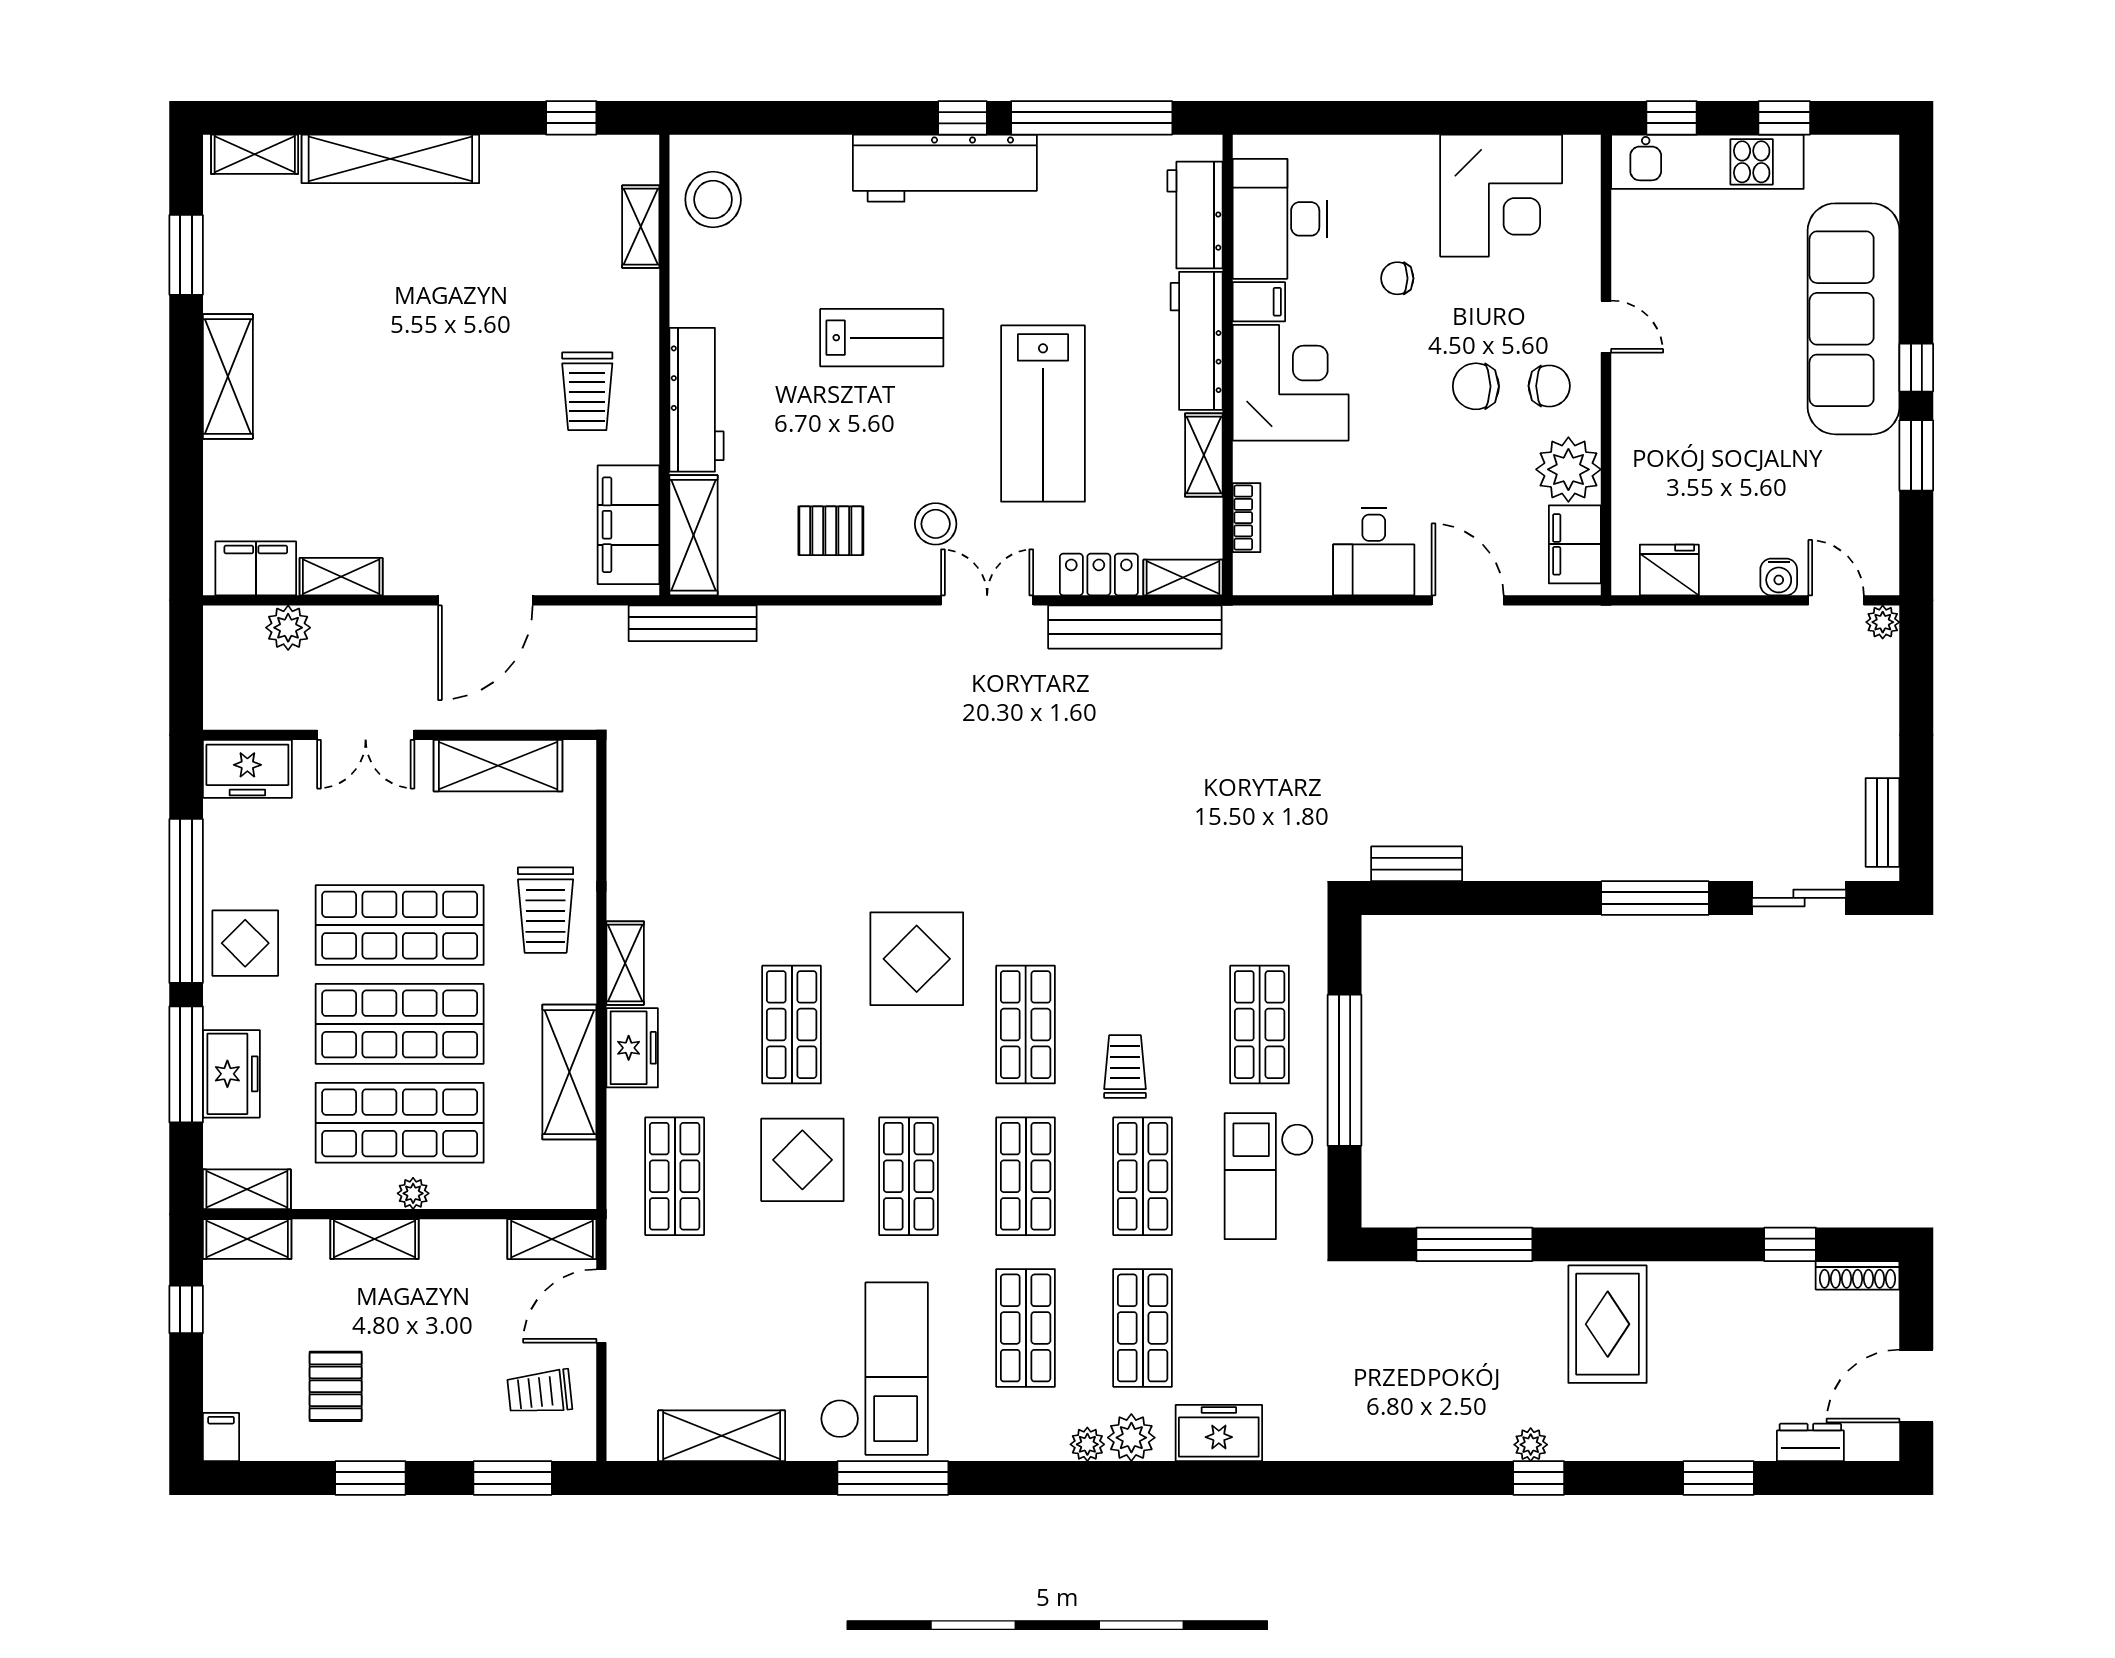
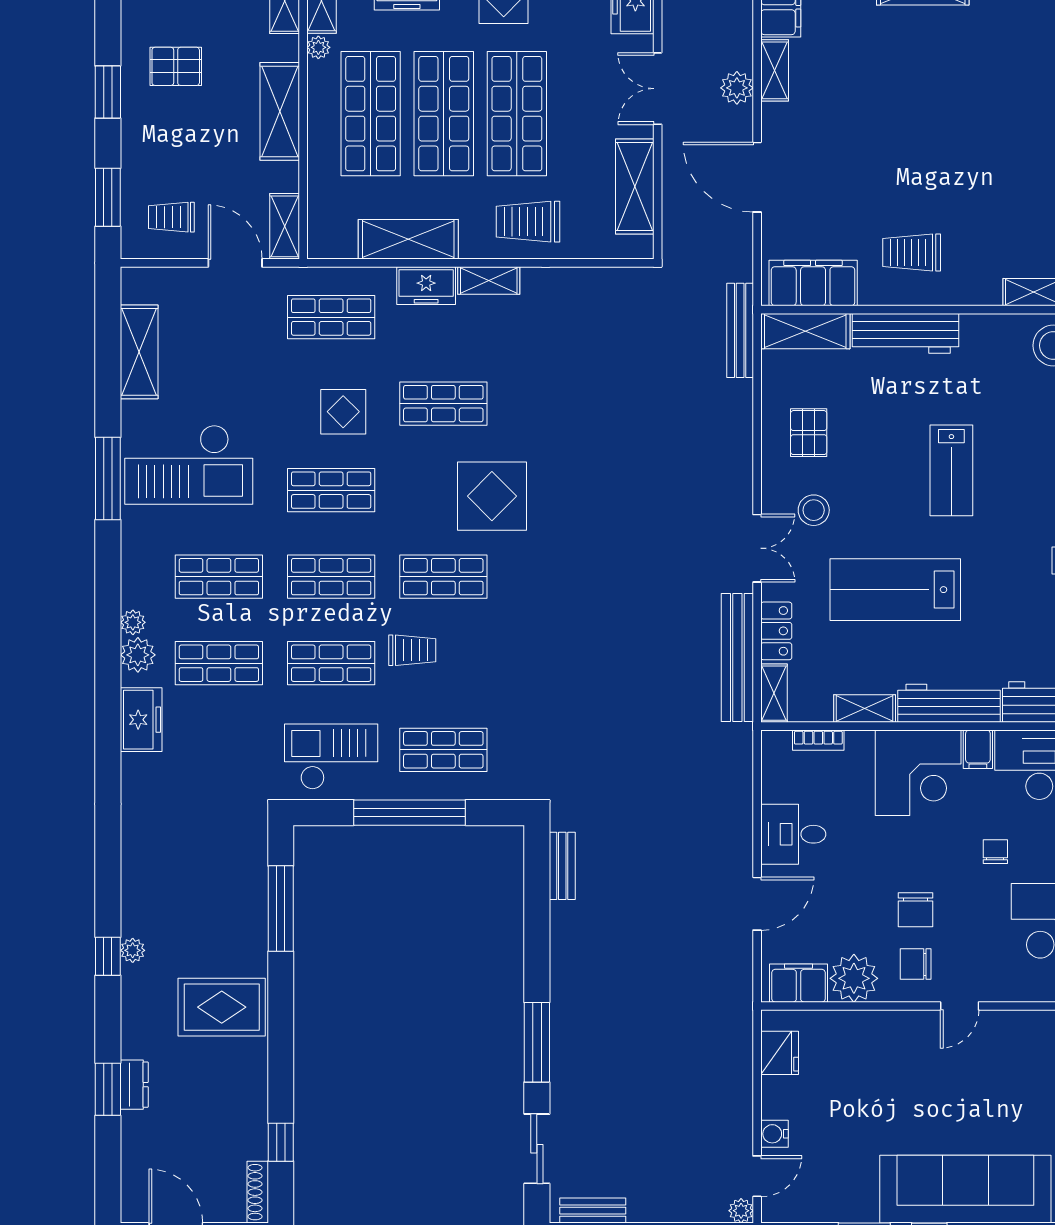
chair: (1476, 386) -> (915, 910), turned 180
chair: (1549, 386) -> (916, 964), turned 90
plant: (288, 628) -> (737, 88), moved
display table: (802, 1160) -> (343, 412), width x0.73, depth x0.73
plant: (413, 1193) -> (318, 47), moved
shelving: (374, 1239) -> (280, 111), width x1.50, depth x1.33
trolley: (540, 1392) -> (171, 217), turned -84
dresser: (1810, 1442) -> (134, 1085), moved

